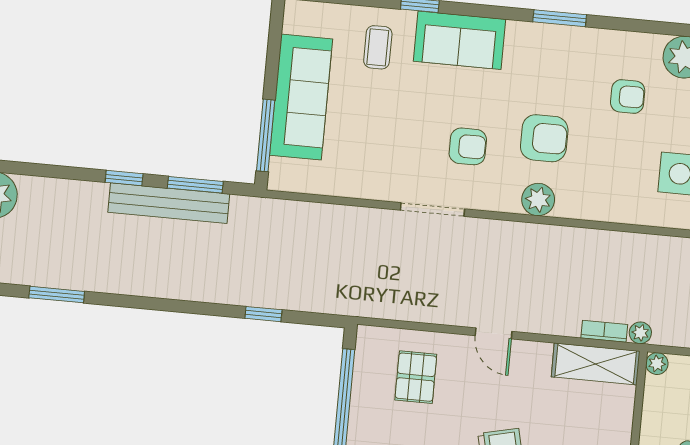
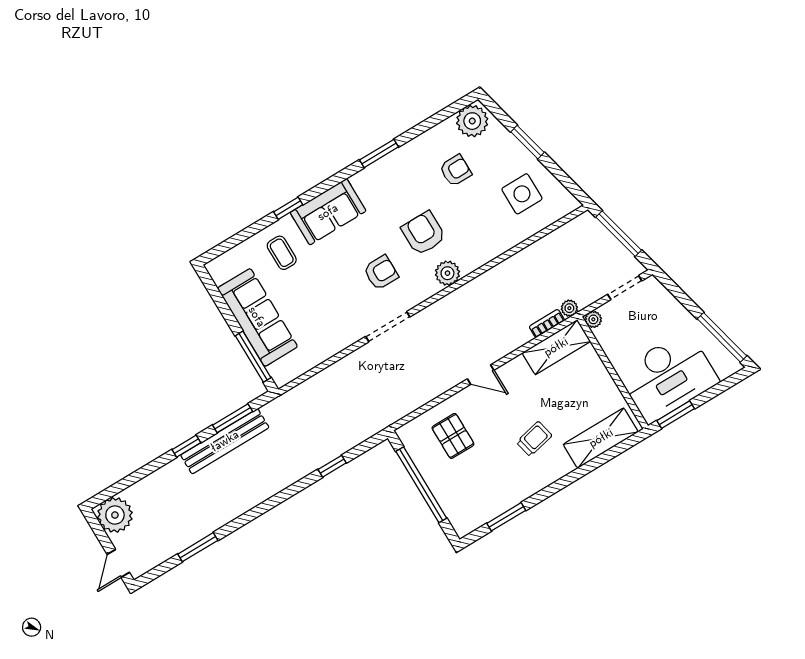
armchair: (544, 138) -> (424, 233), turned -90

